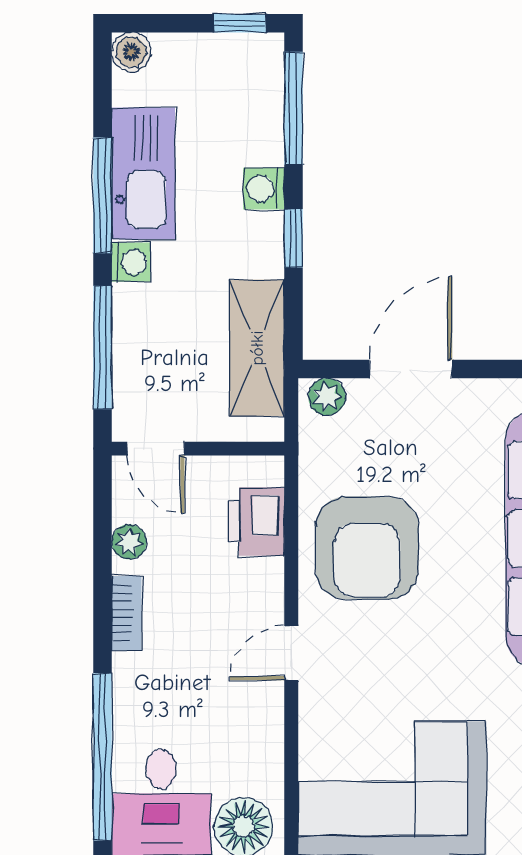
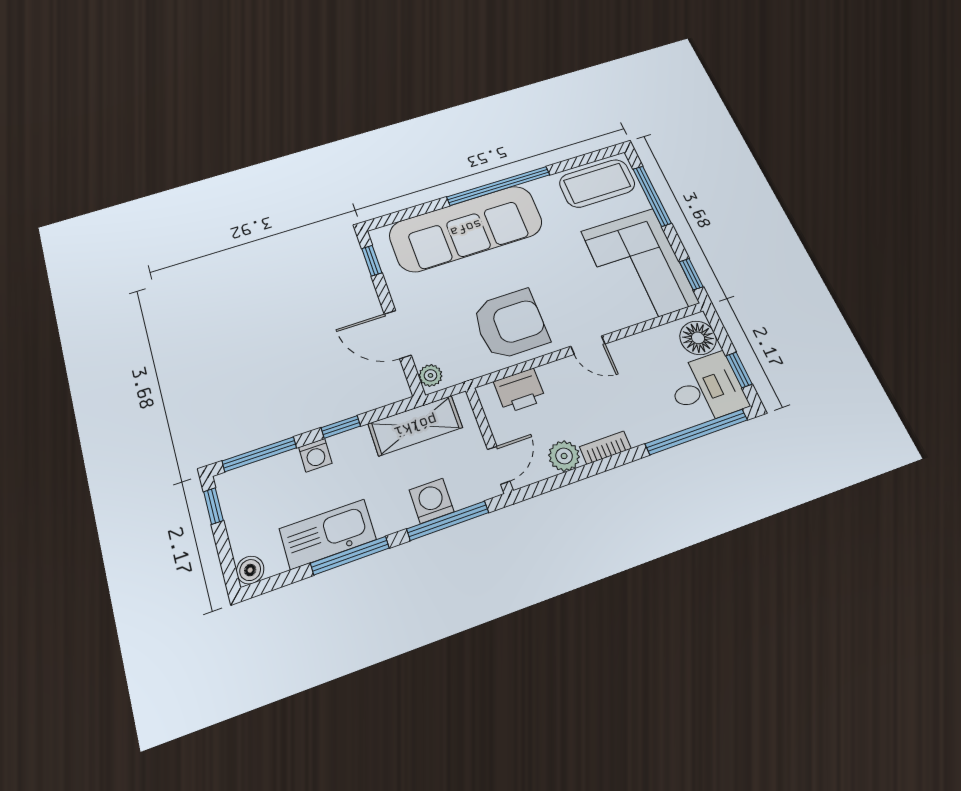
washing machine: (131, 262) -> (432, 501), moved, width x1.38, depth x1.38
plant: (129, 542) -> (564, 456), width x1.38, depth x1.38

